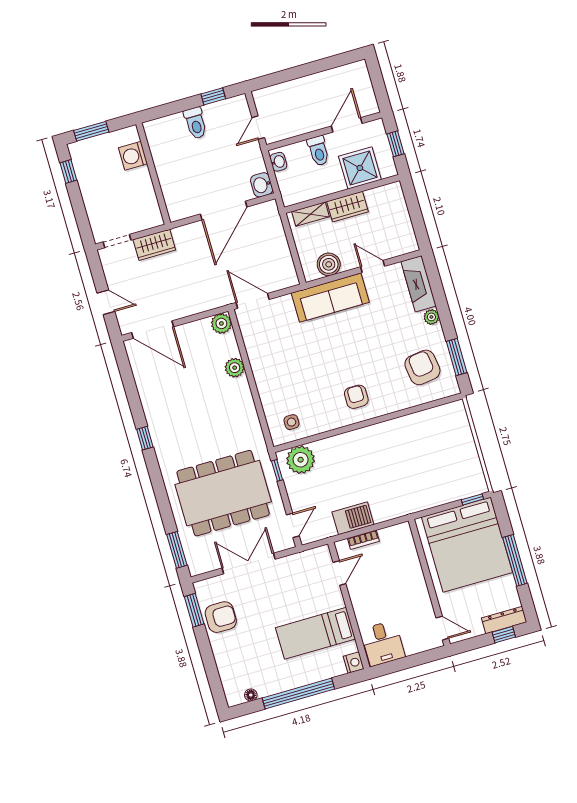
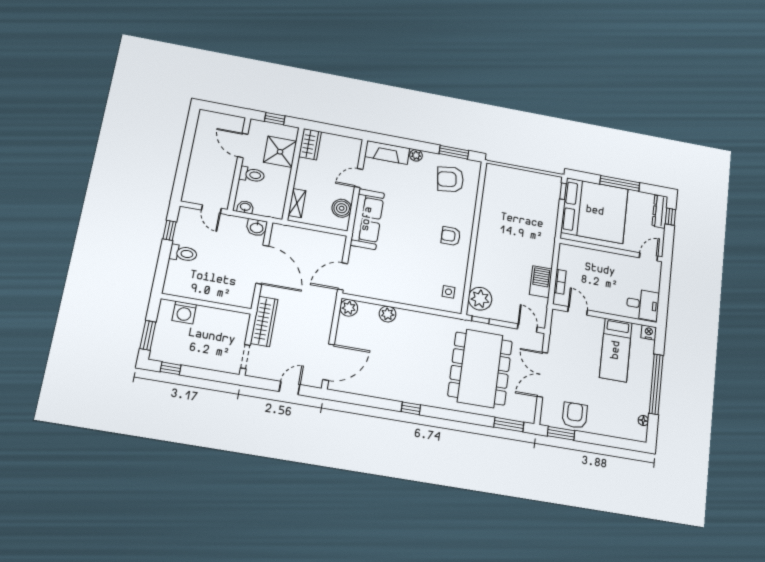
wardrobe: (347, 207) -> (310, 144), moved
wardrobe: (154, 245) -> (264, 321), width x1.50

